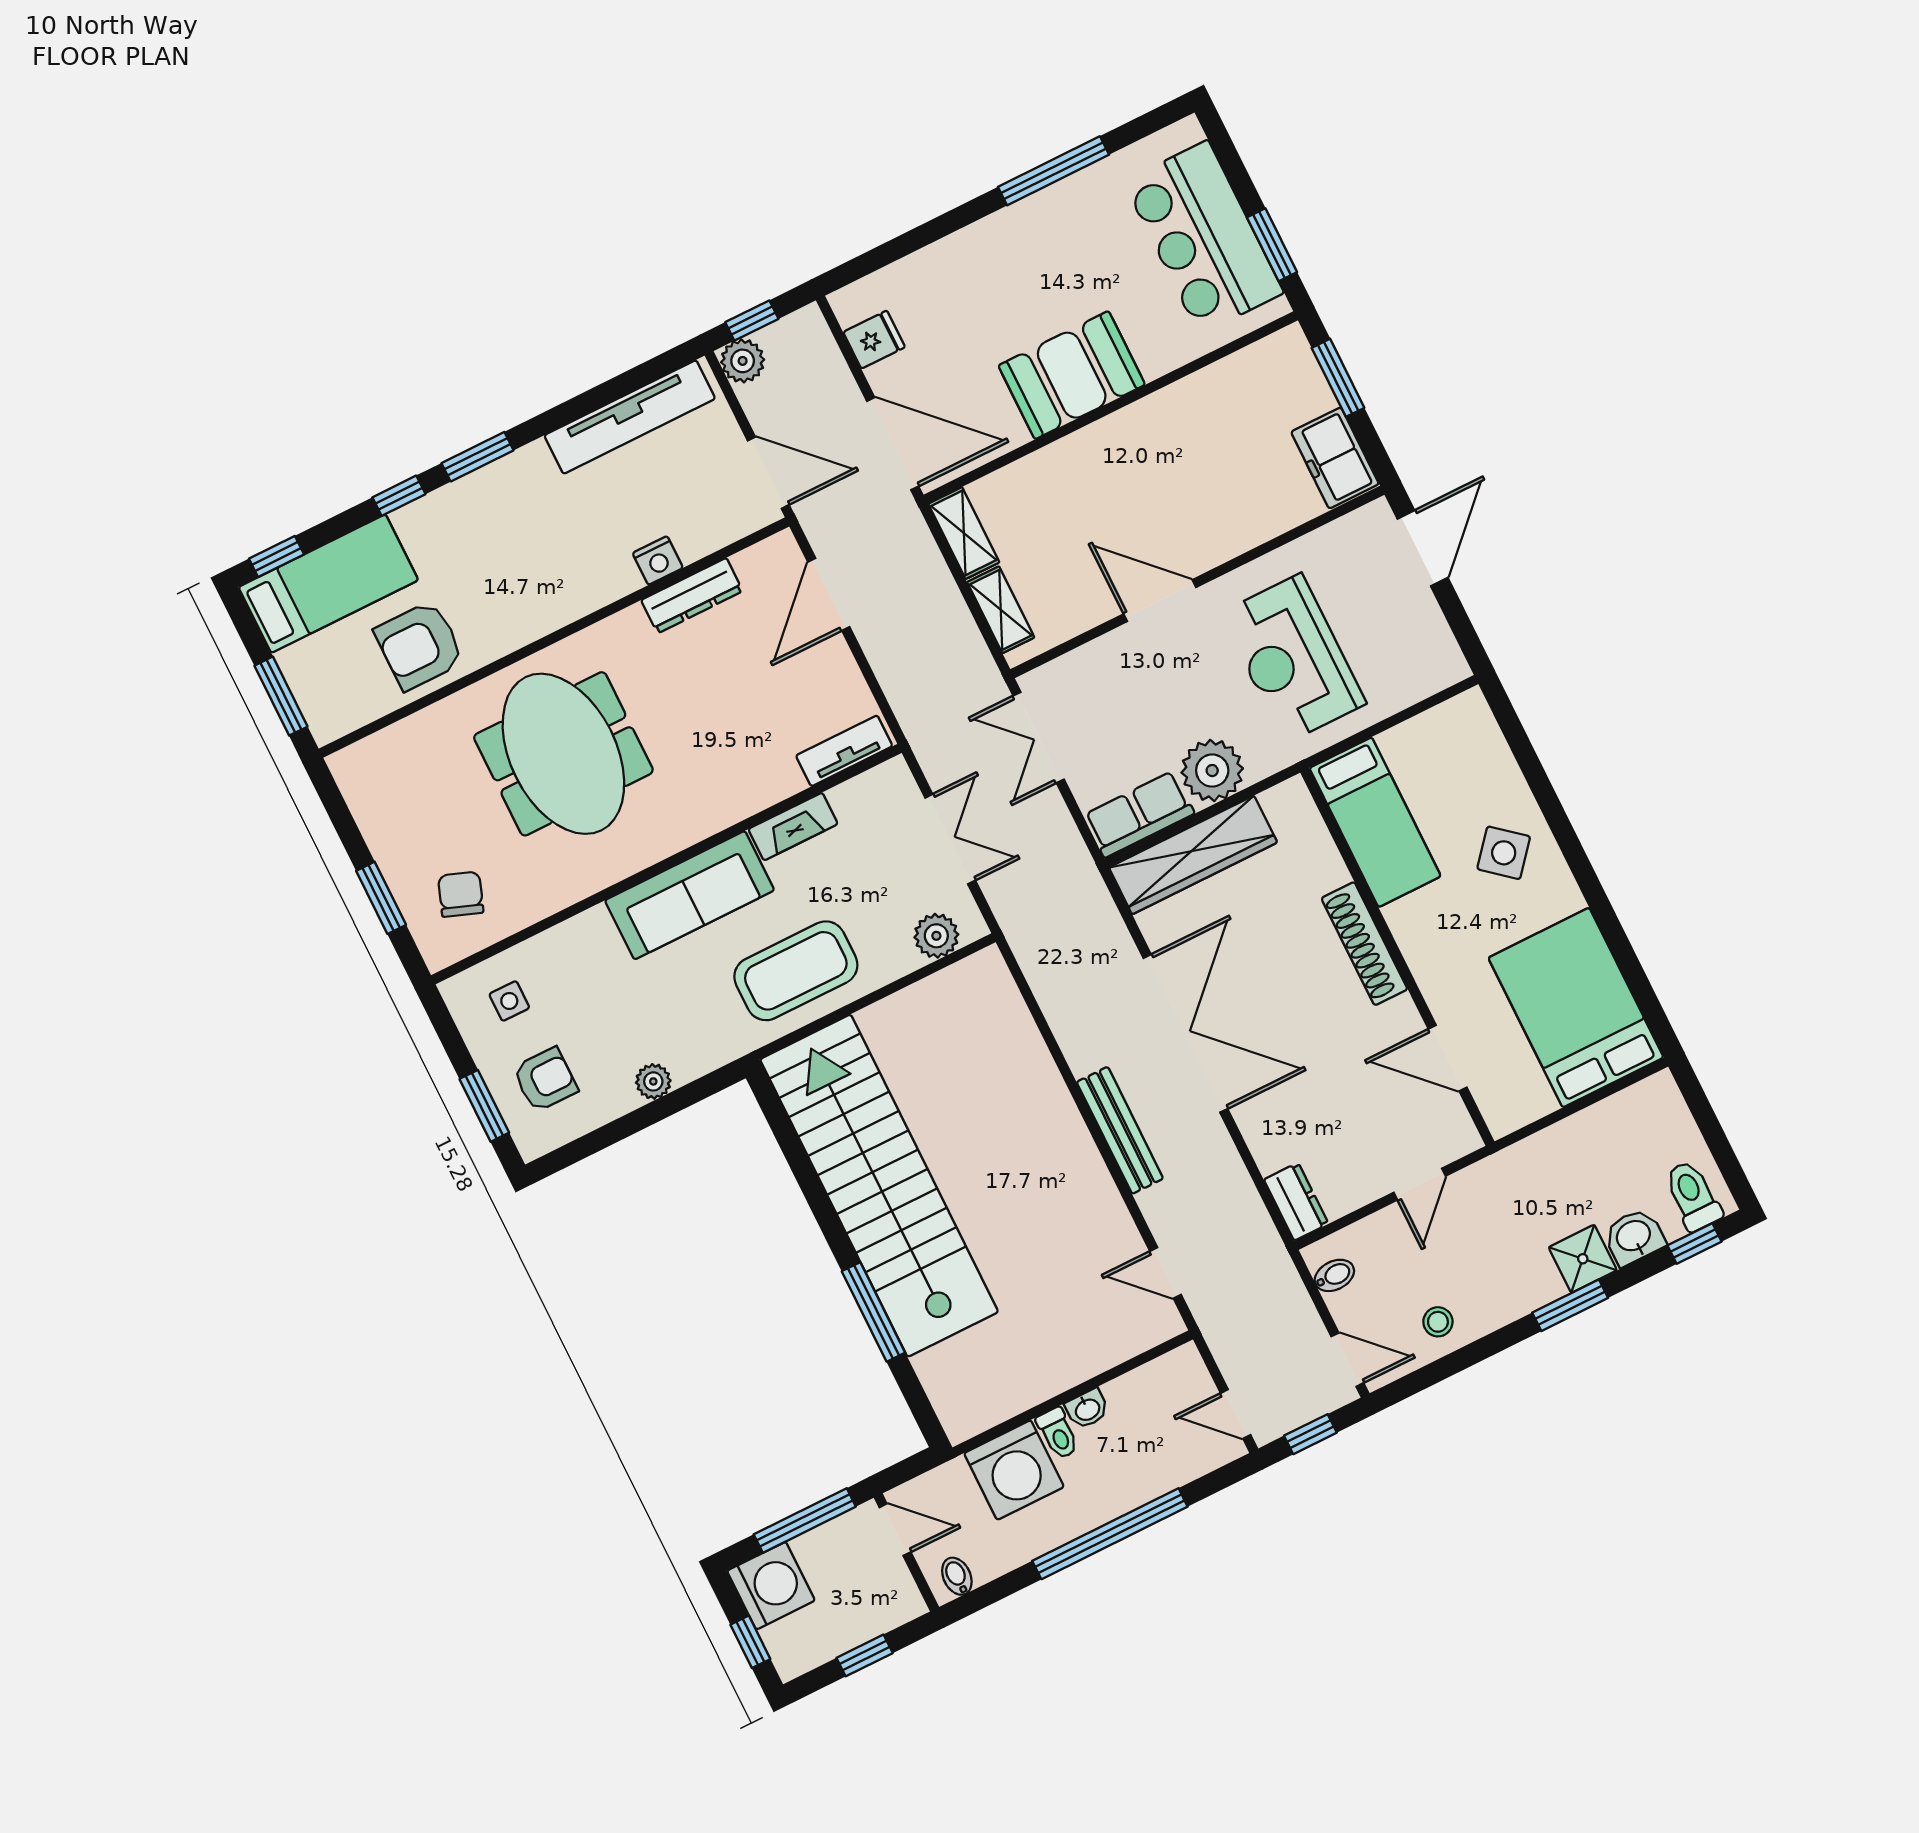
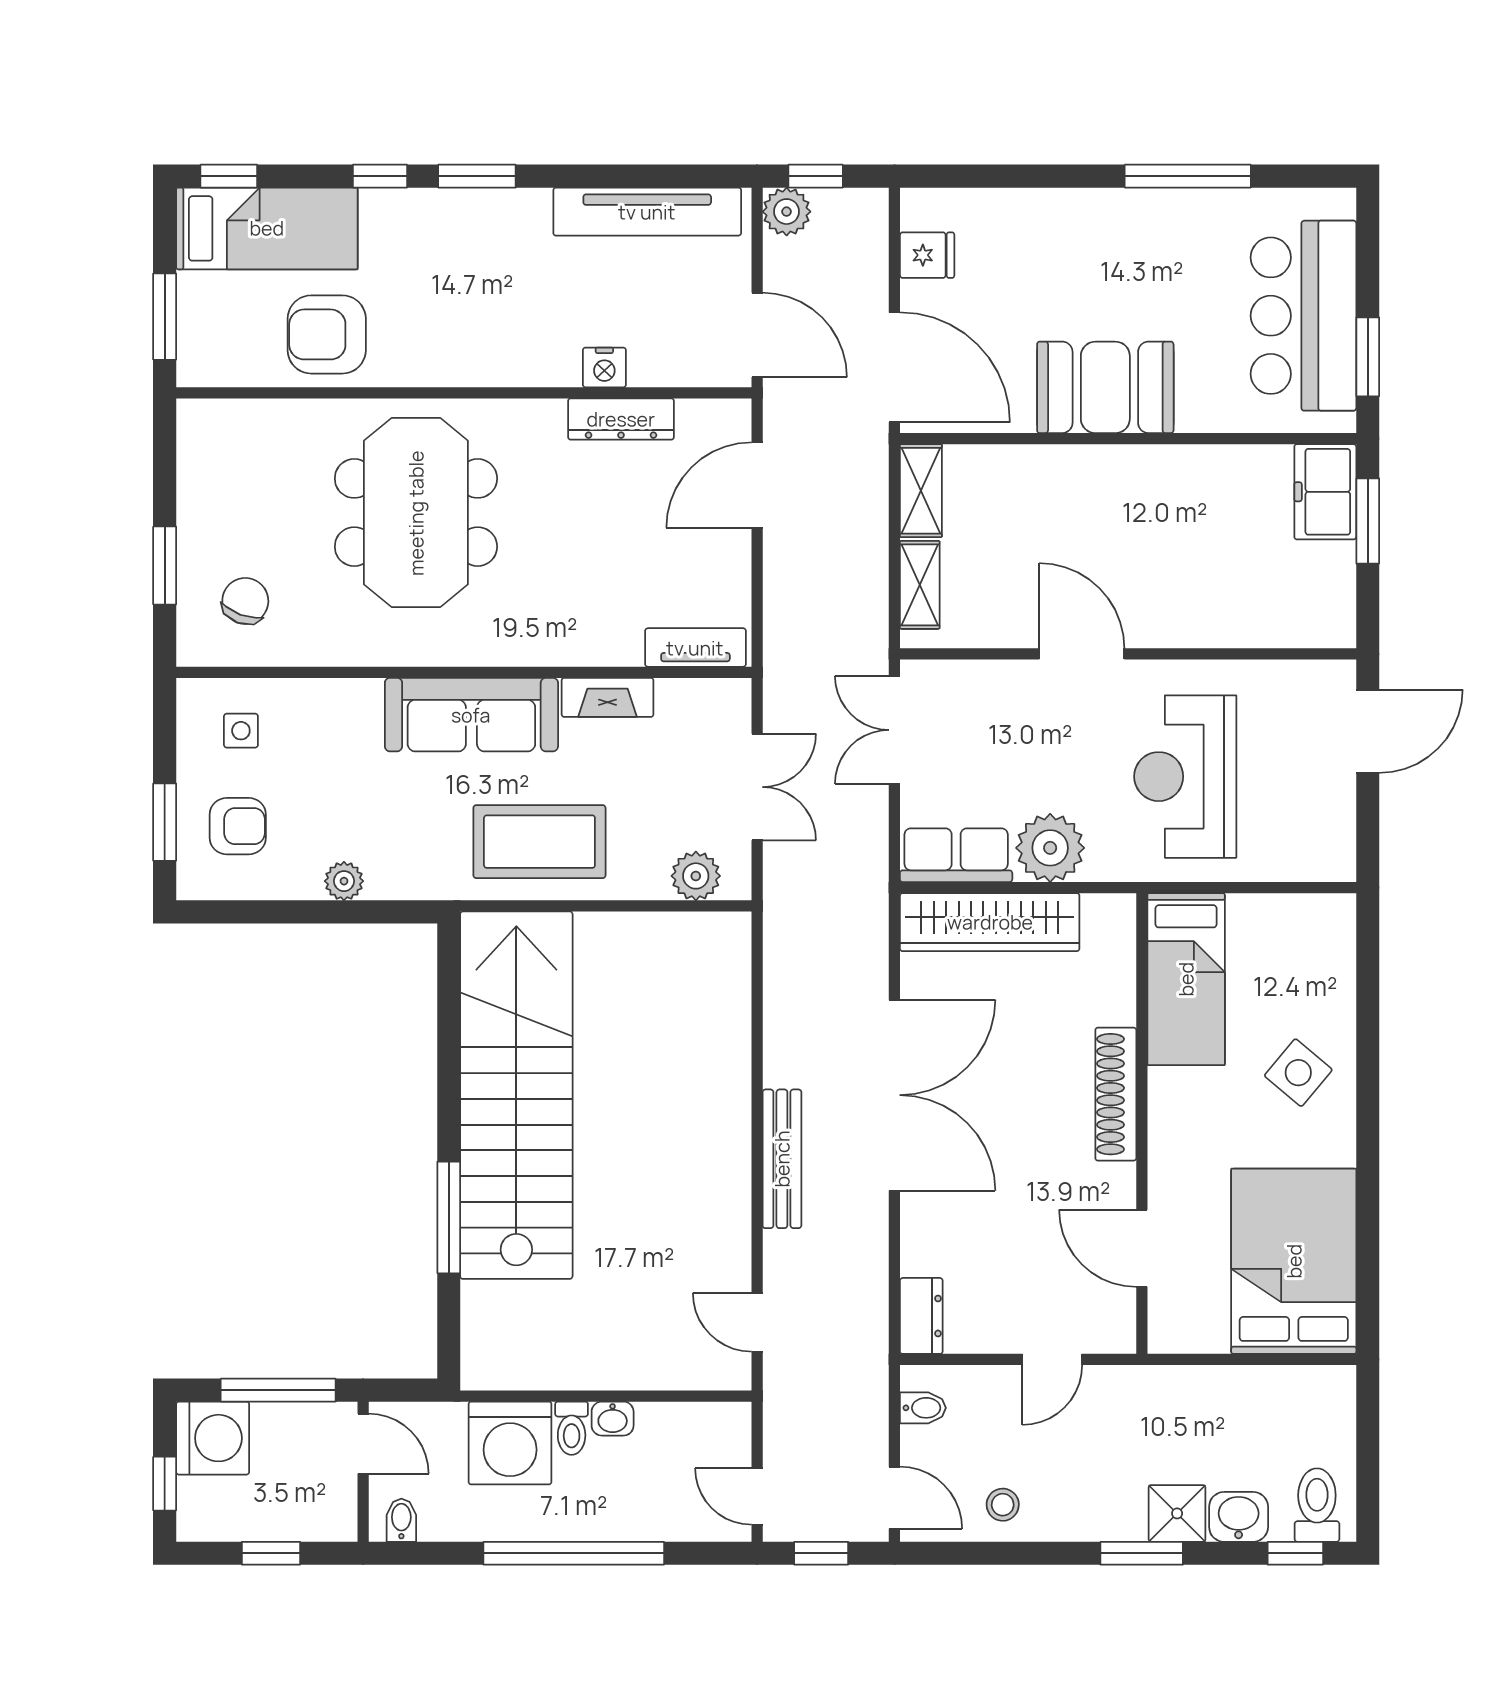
freezer: (1335, 458) -> (1325, 492), moved

